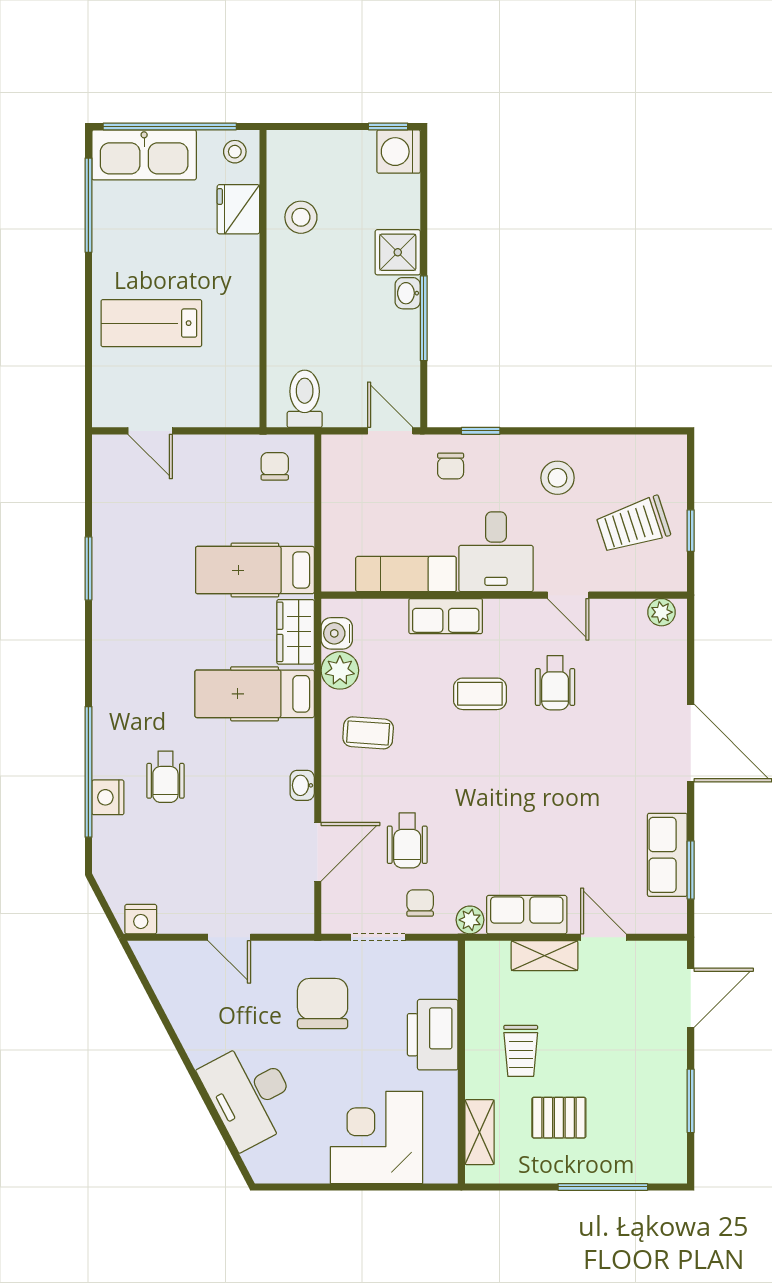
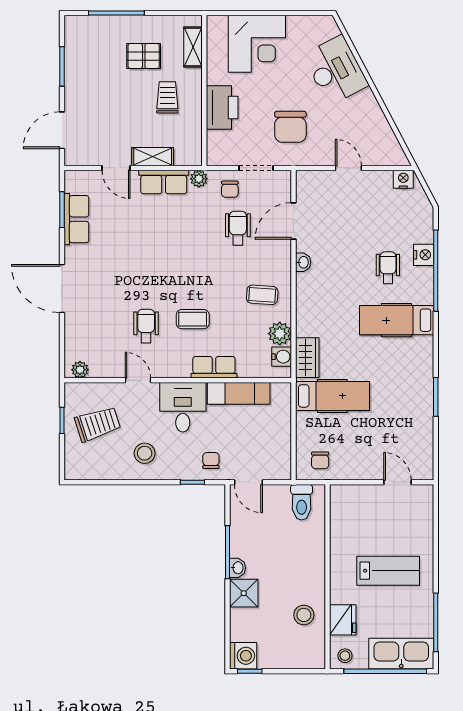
lab bench: (151, 323) -> (388, 571), moved
hospital bed: (255, 694) -> (397, 320), moved, turned 180

